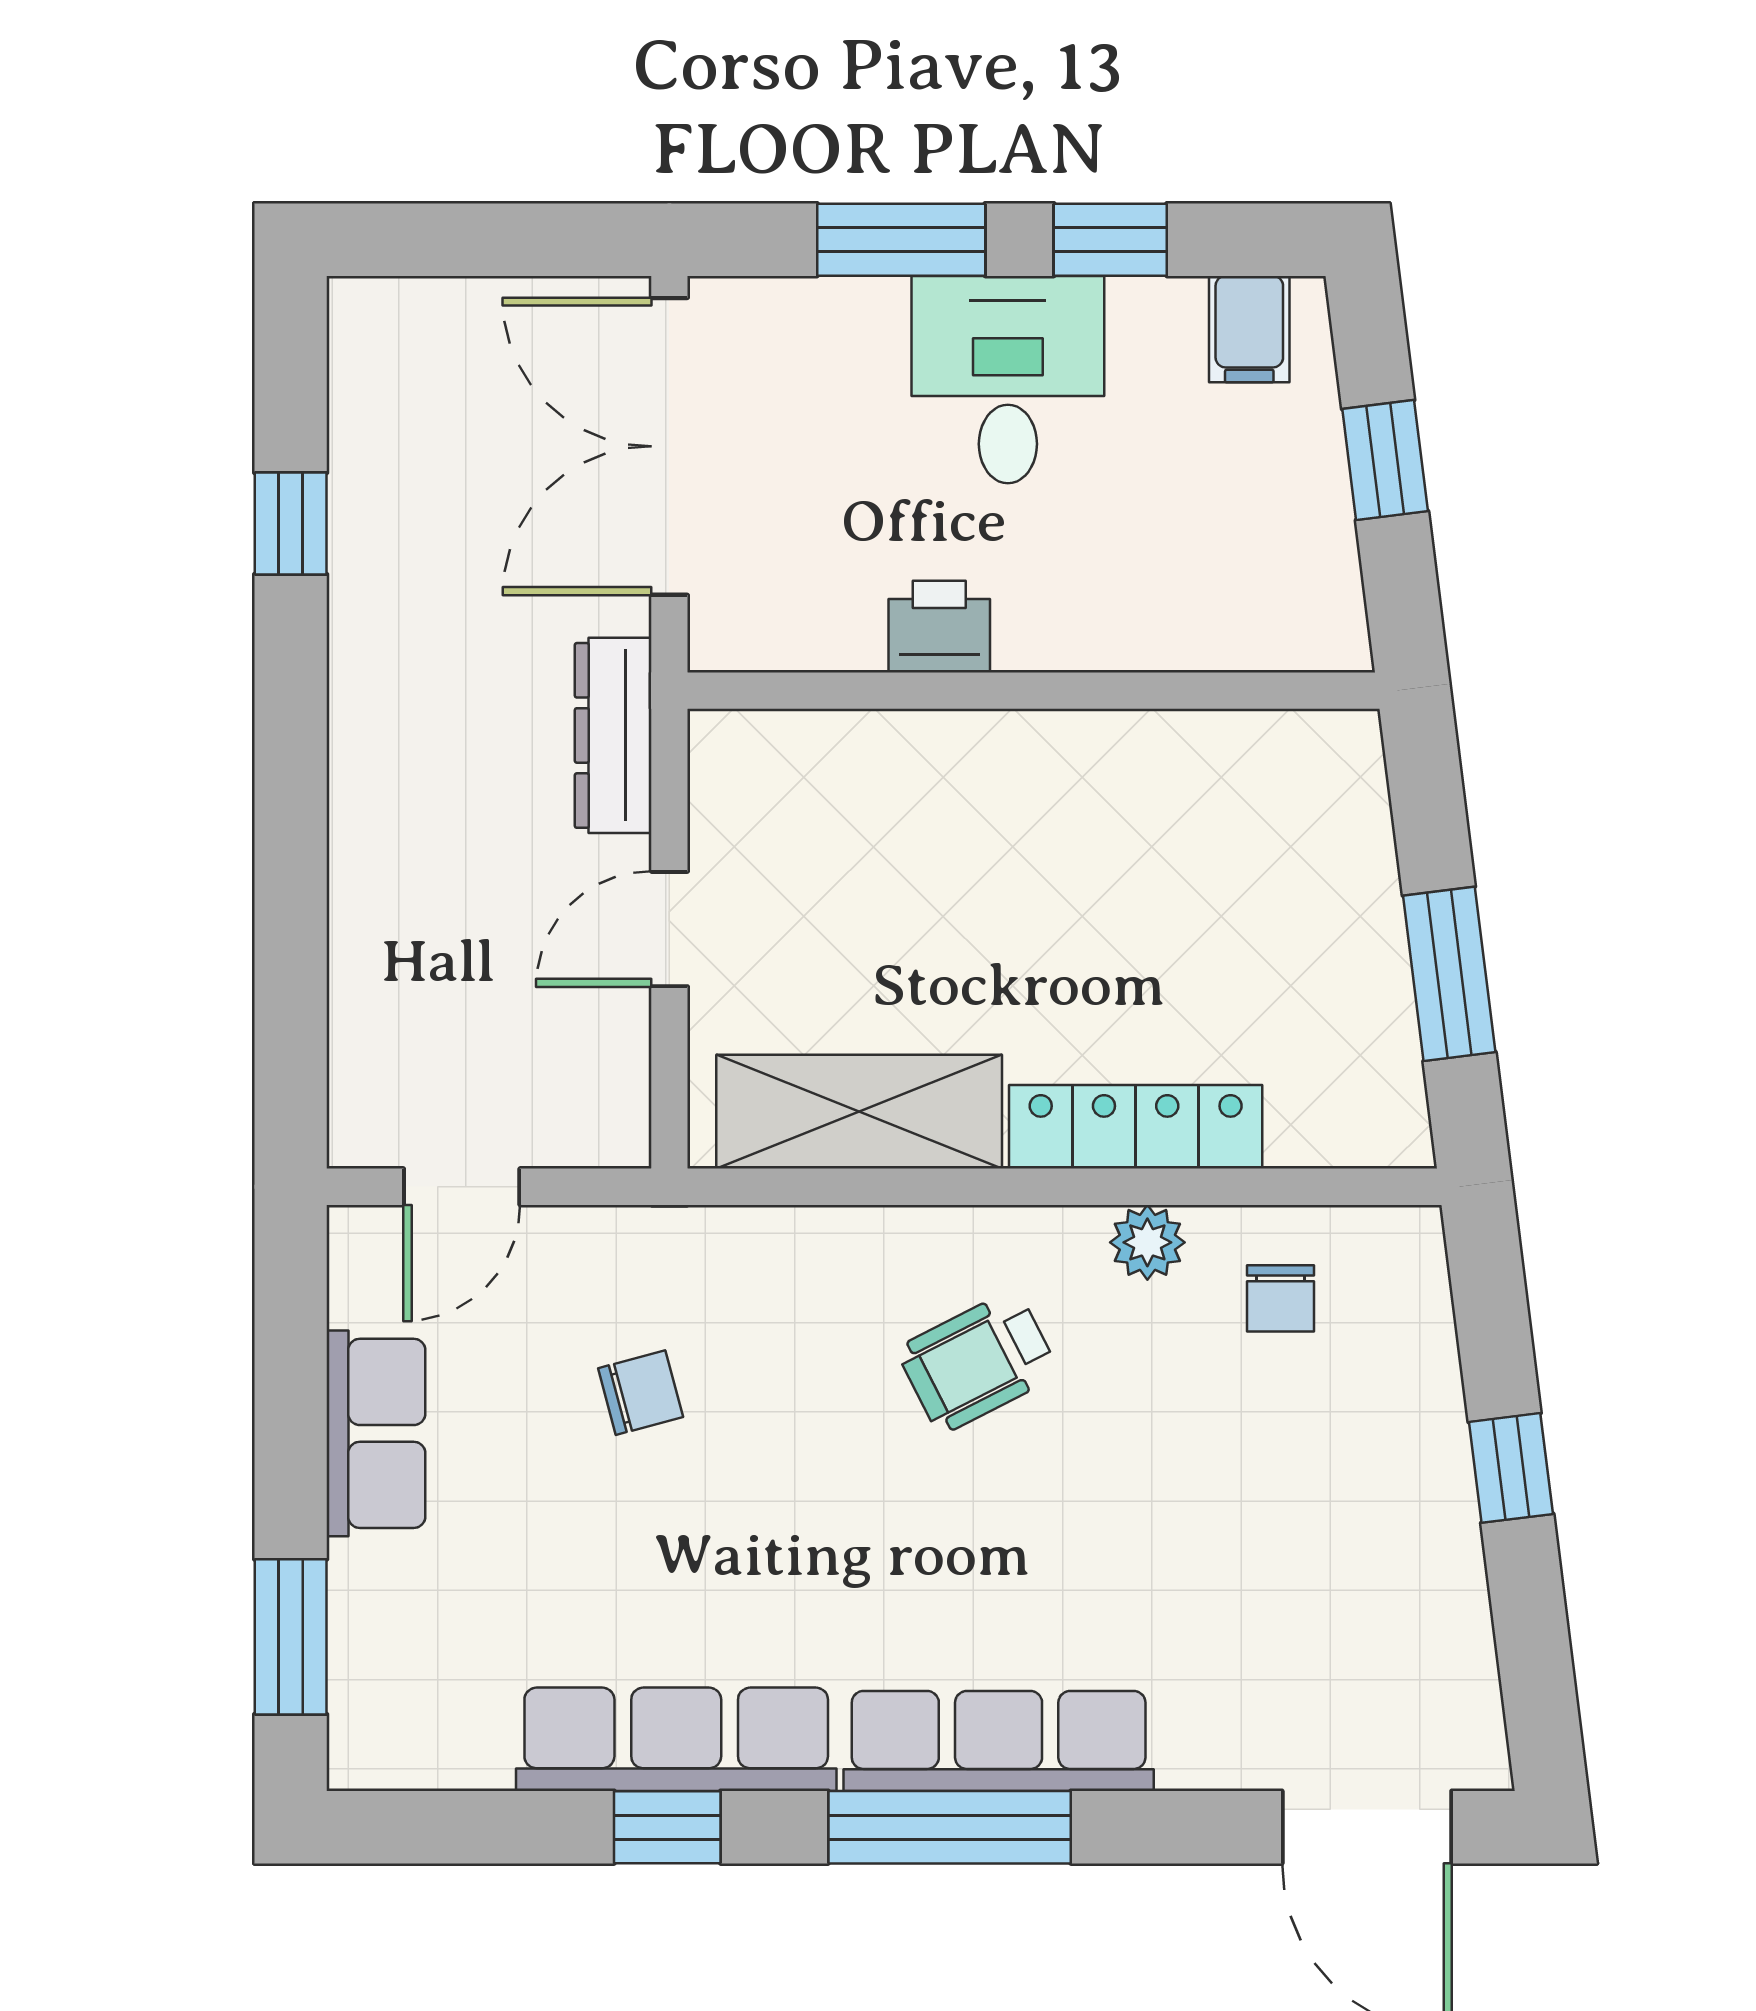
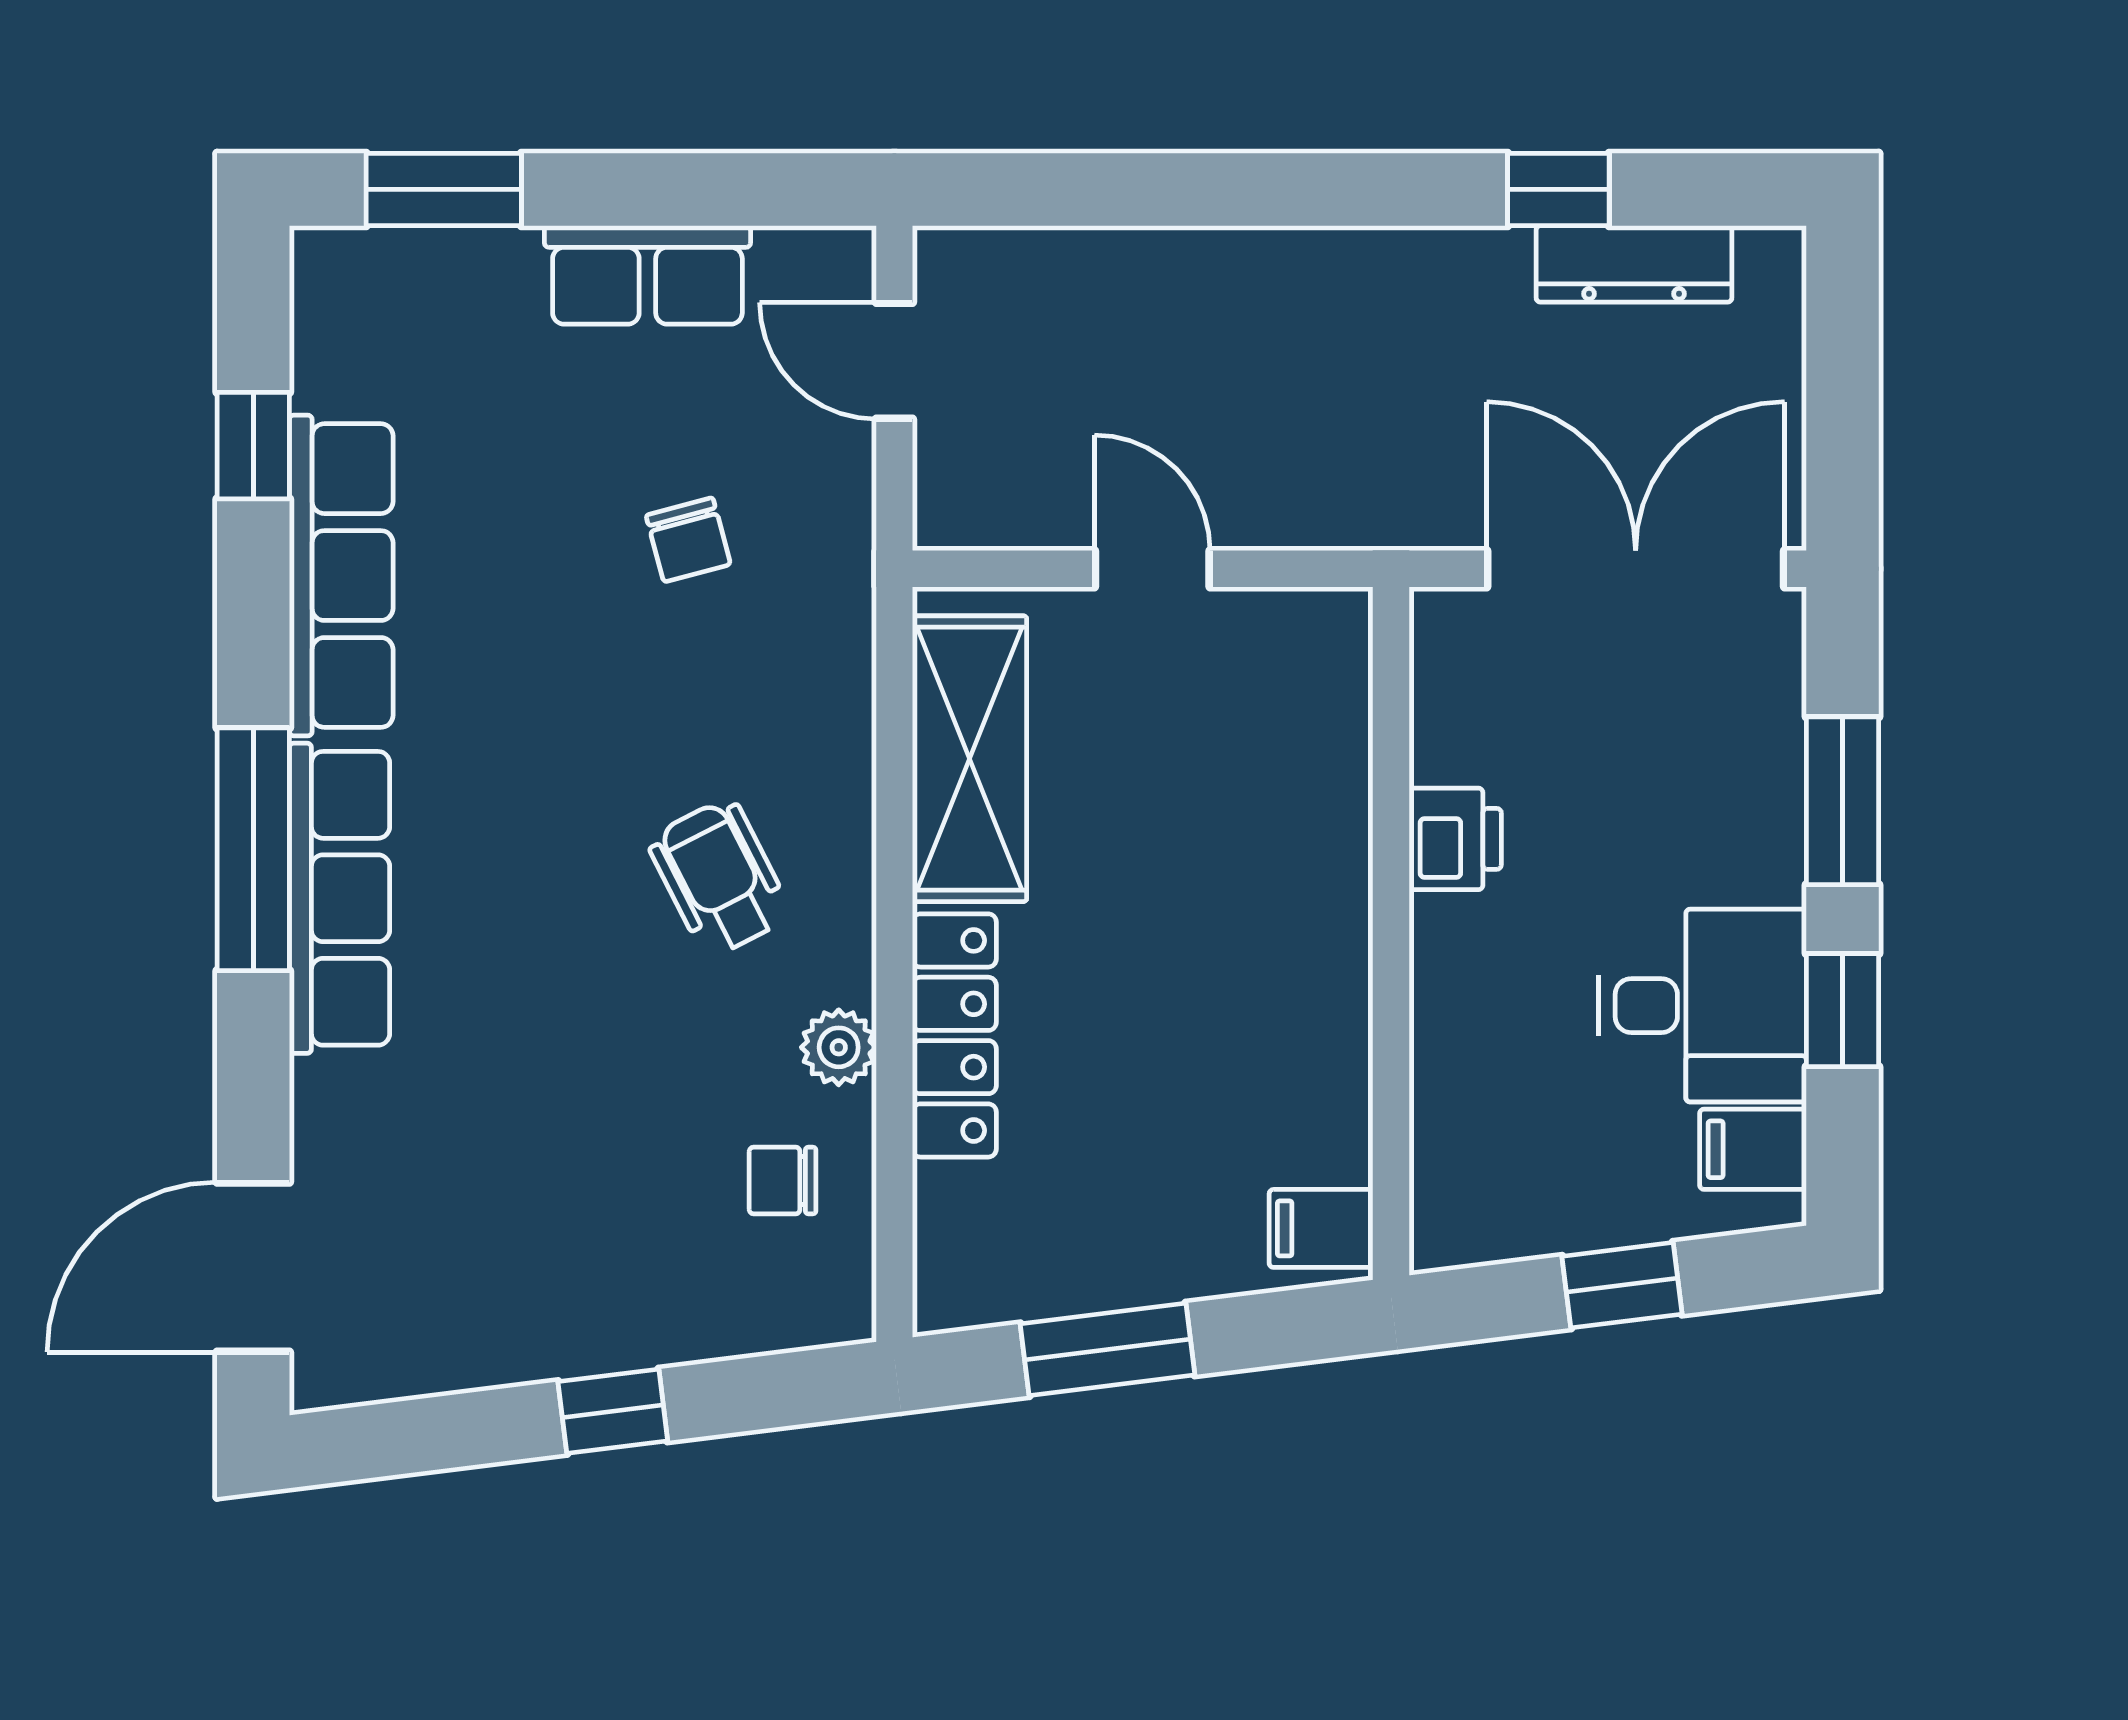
desk: (1008, 380) -> (1702, 1006), moved
dresser: (613, 735) -> (1634, 264), moved, turned 180
filing cabinet: (1328, 761) -> (1321, 1228), added
window: (667, 1827) -> (253, 446), moved

